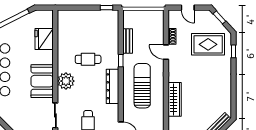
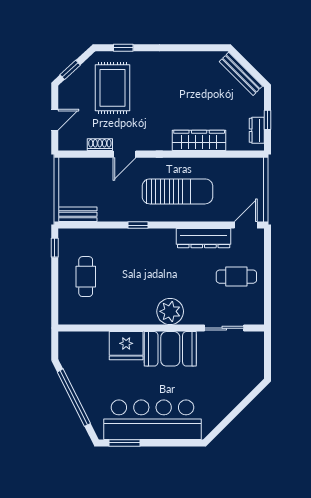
fridge: (44, 39) -> (126, 346), moved
bench: (128, 41) -> (77, 214), moved
cafe table: (88, 59) -> (86, 277), moved
dresser: (113, 86) -> (204, 238), moved
sun lounger: (142, 86) -> (177, 191), turned 180

